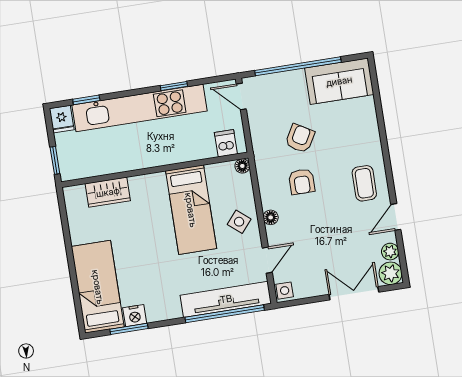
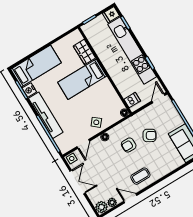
bed: (191, 210) -> (82, 79), moved
door: (267, 260) -> (83, 144), hinge flipped
double door: (354, 293) -> (78, 182), moved
tv unit: (226, 299) -> (46, 115), moved

